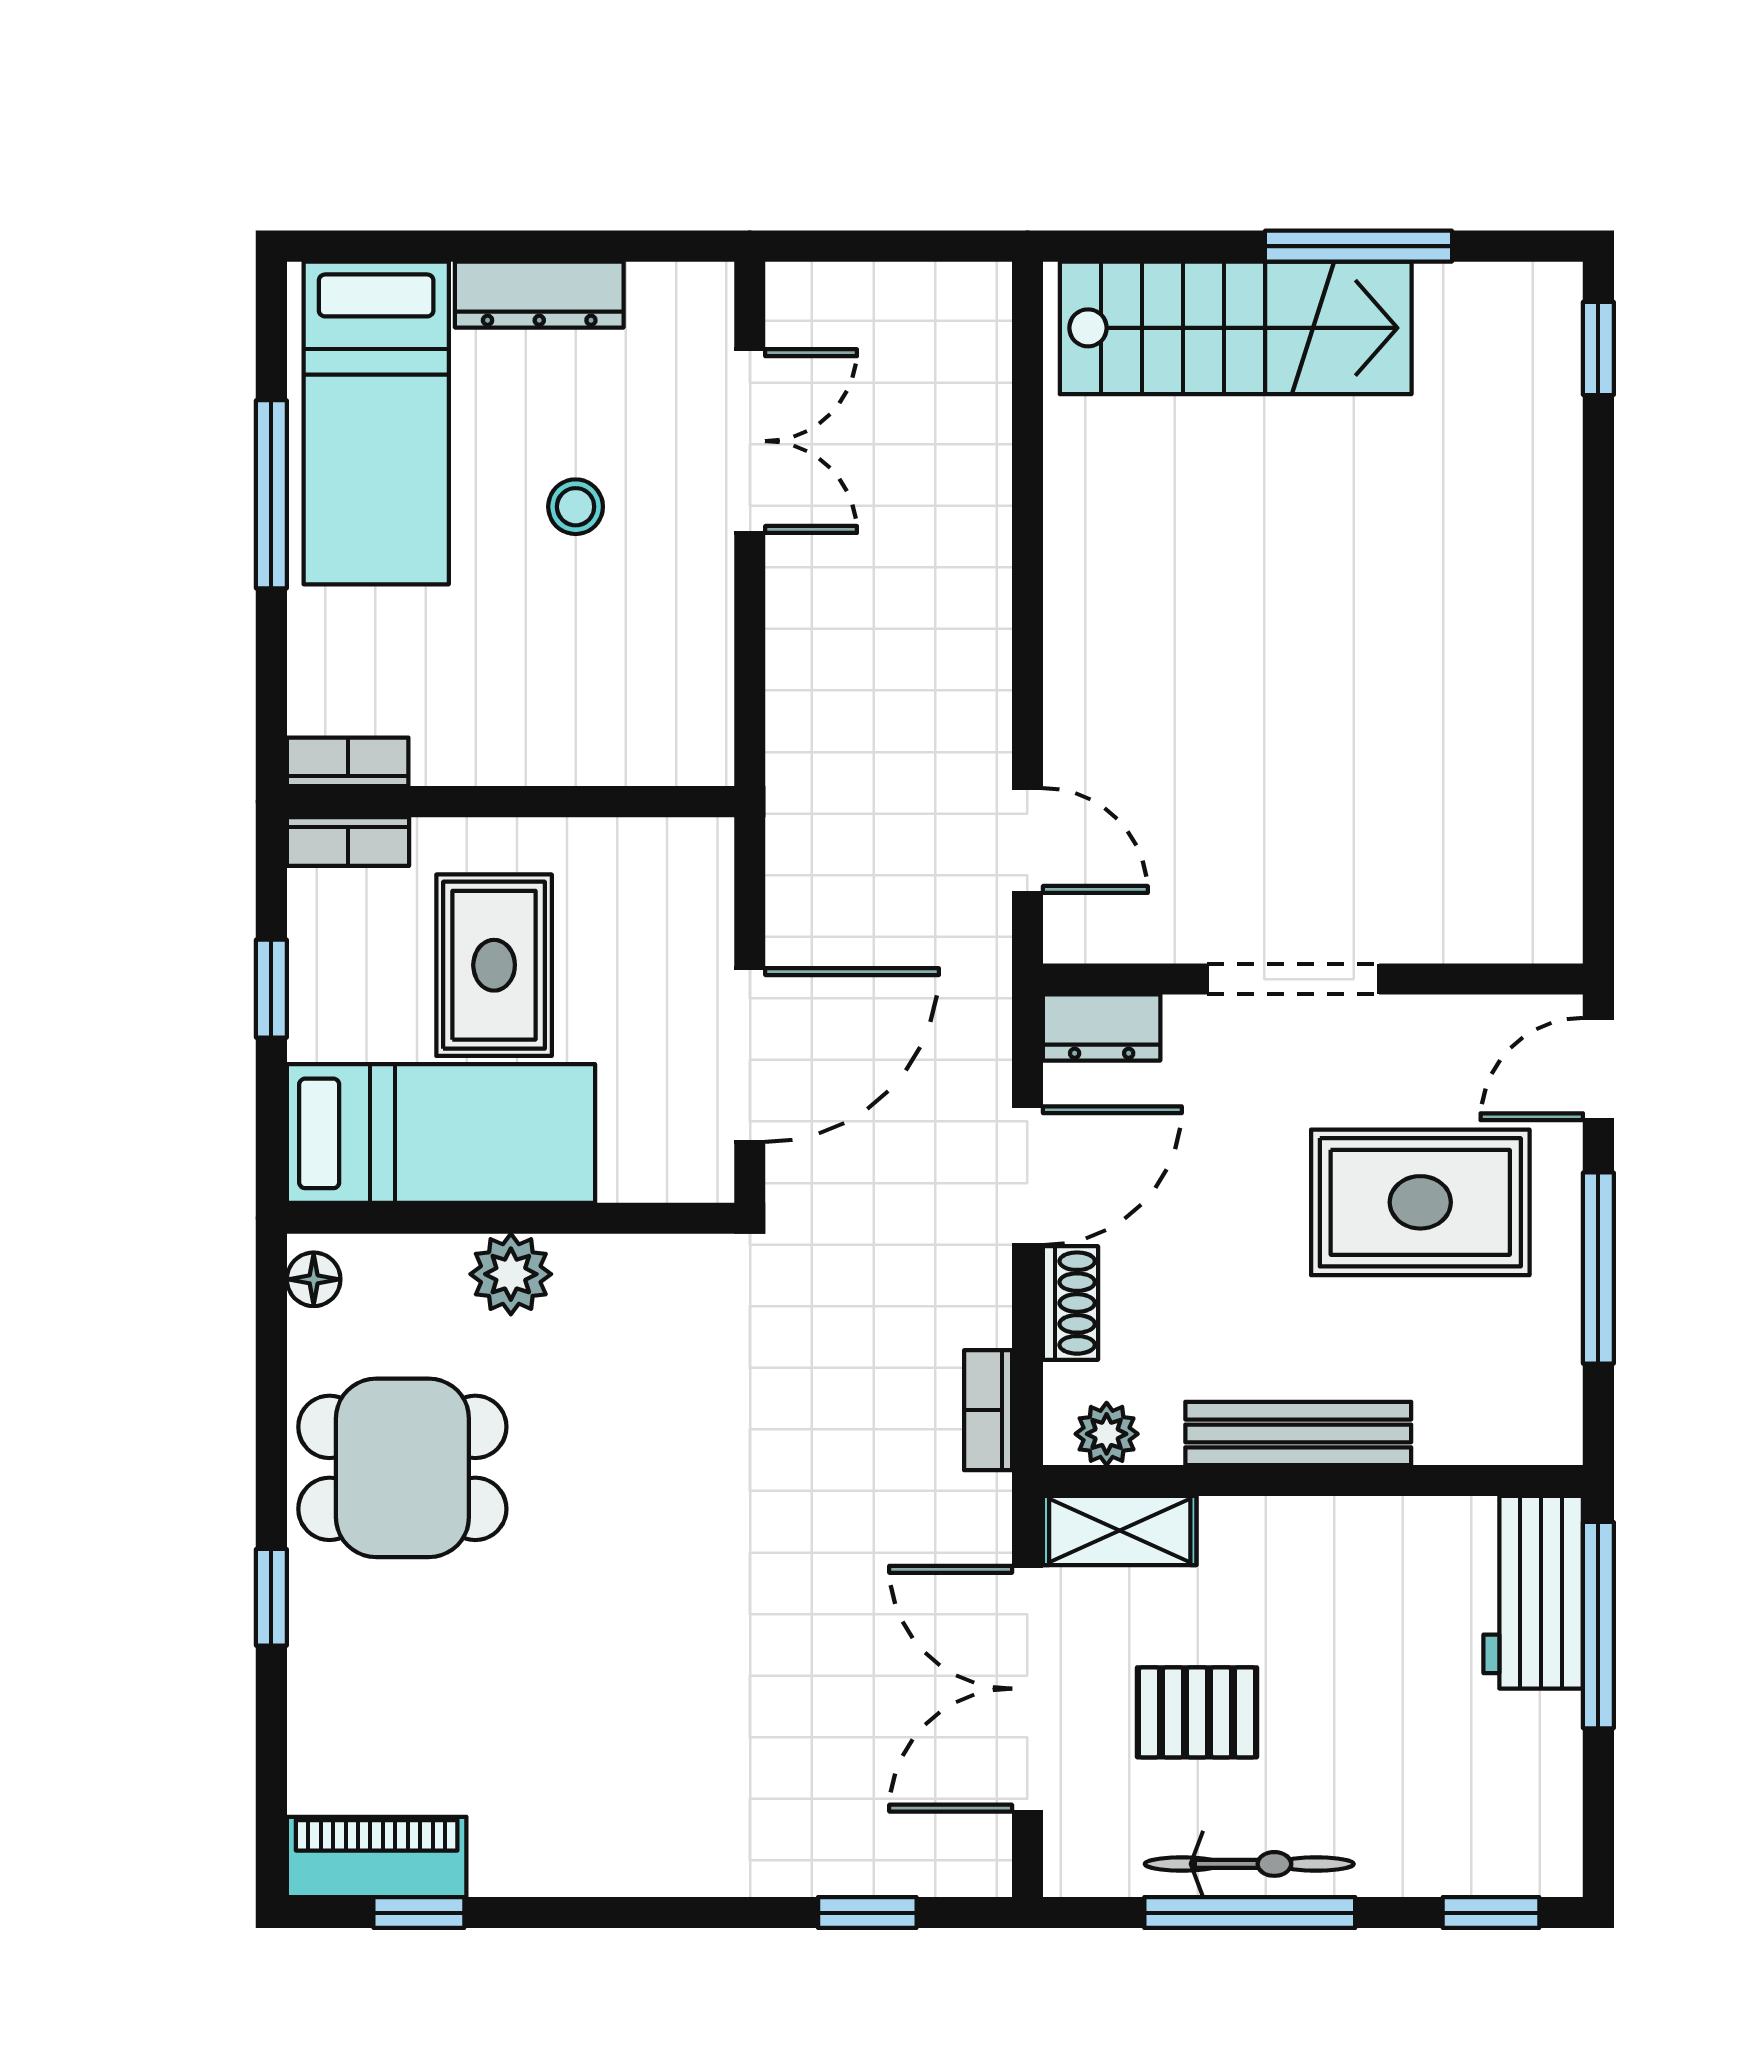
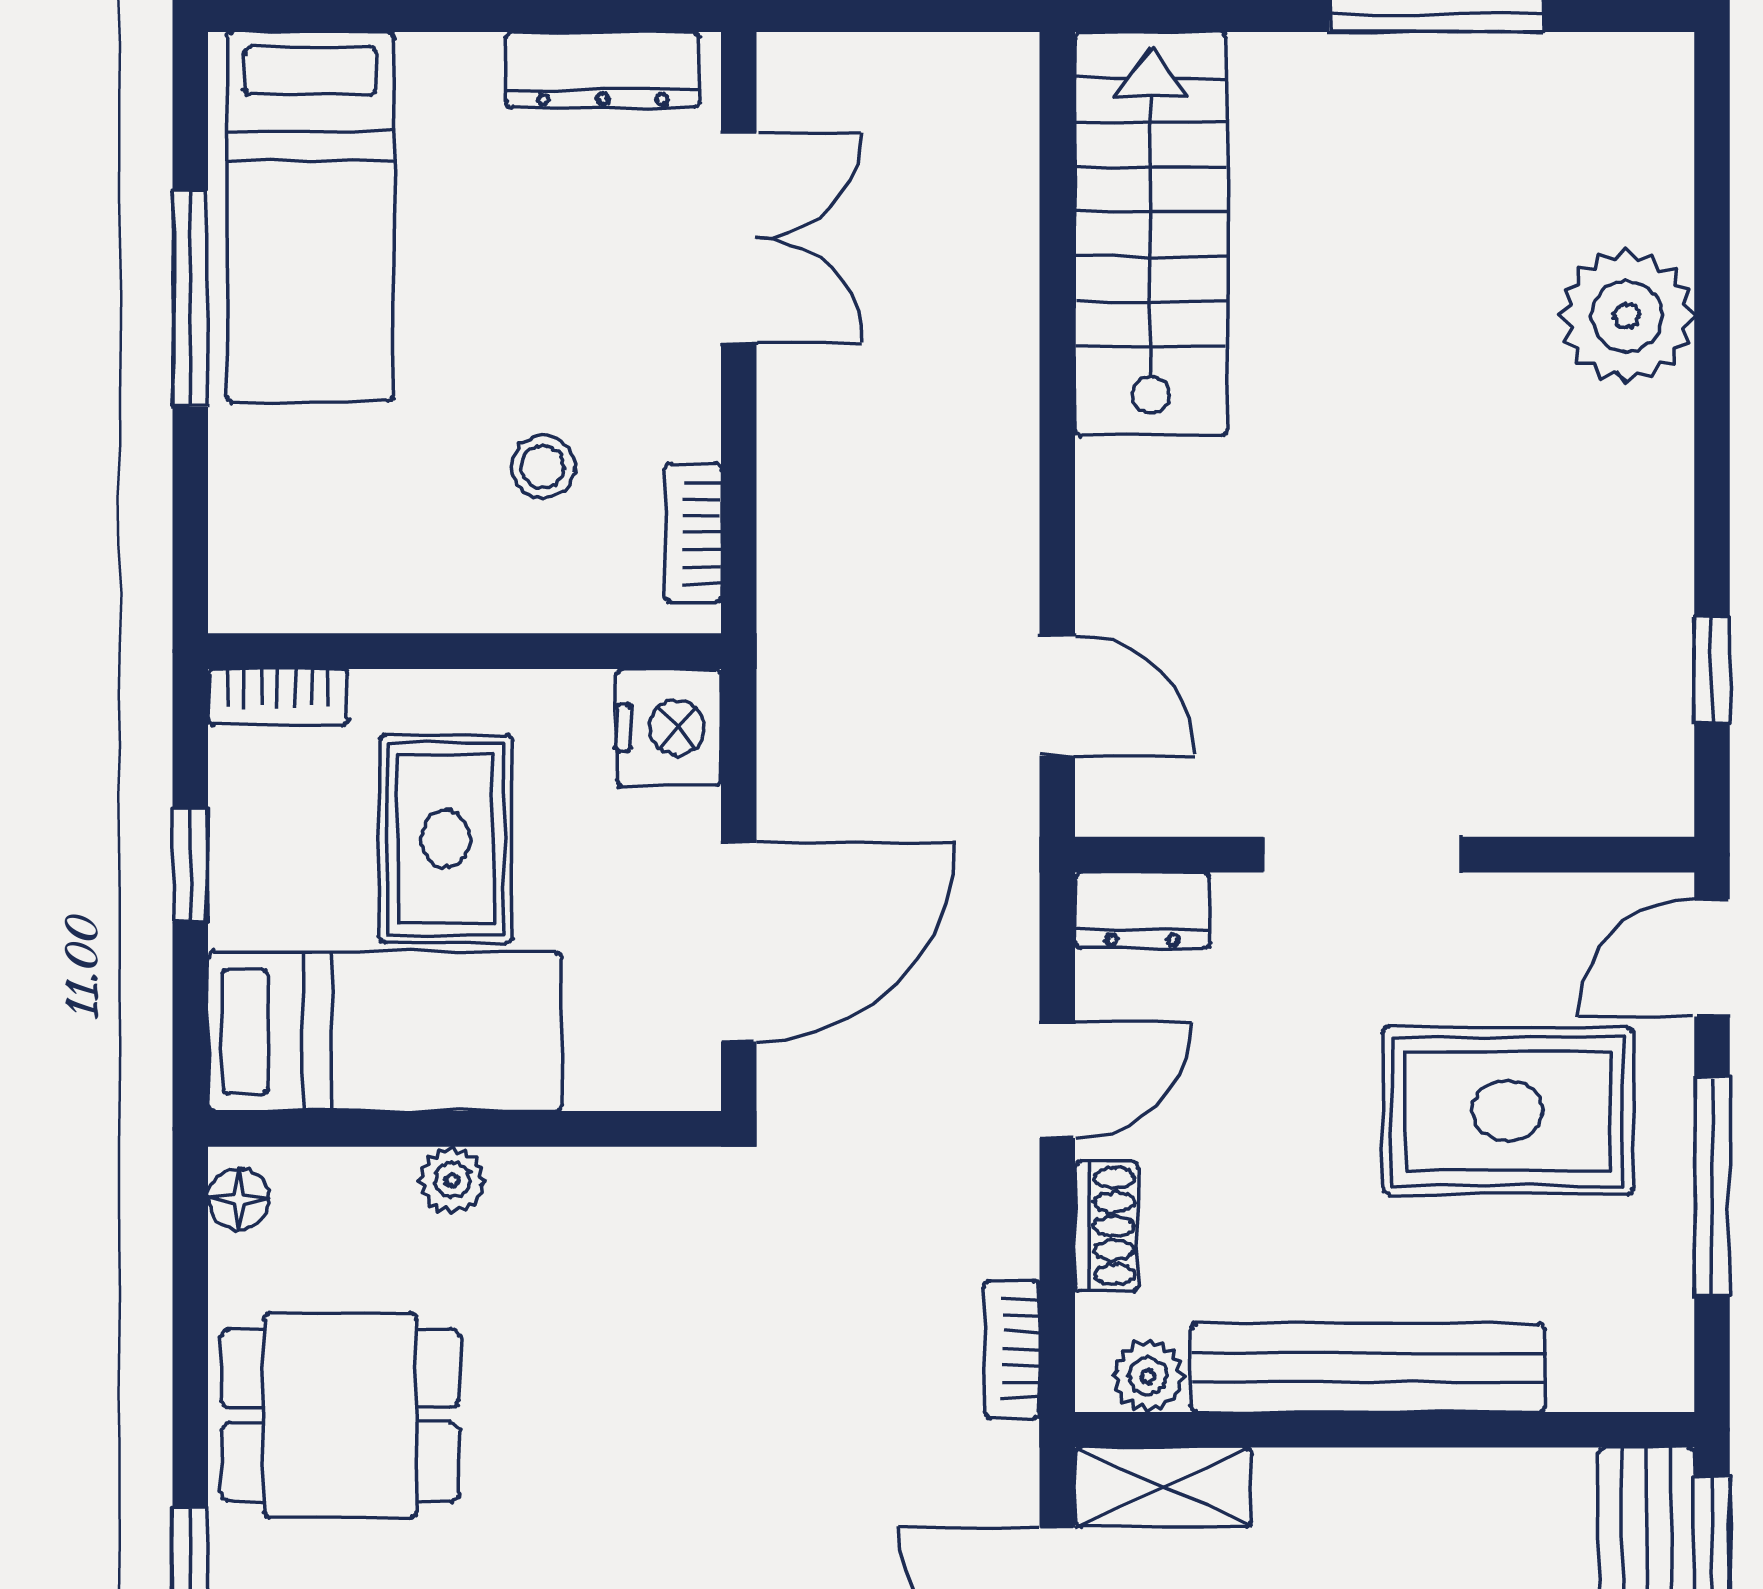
dresser: (539, 295) -> (603, 70), moved
stairs: (1236, 328) -> (1151, 233), moved, turned -90
window: (1598, 348) -> (1712, 670), moved
stool: (576, 507) -> (543, 467), moved
plant: (1524, 509) -> (1627, 316), added
bookcase: (348, 762) -> (693, 533), moved, turned -90
nightstand: (688, 868) -> (669, 727), added
door: (1027, 1176) -> (1057, 1080), width x0.73
plant: (511, 1274) -> (452, 1180), width x0.73, depth x0.73
bench: (1298, 1433) -> (1368, 1368), width x1.37, depth x1.21

